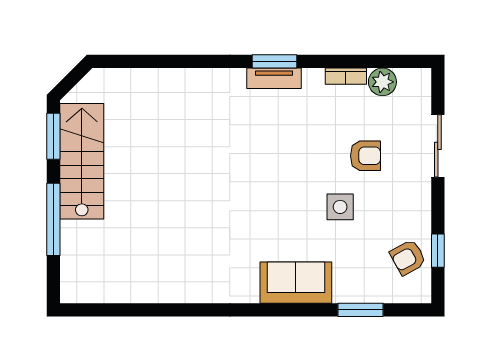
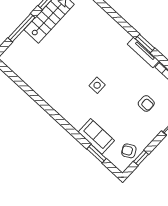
tv unit: (274, 78) -> (143, 52), width x1.41
side table: (340, 207) -> (97, 85), moved
sofa: (296, 283) -> (96, 136), moved

